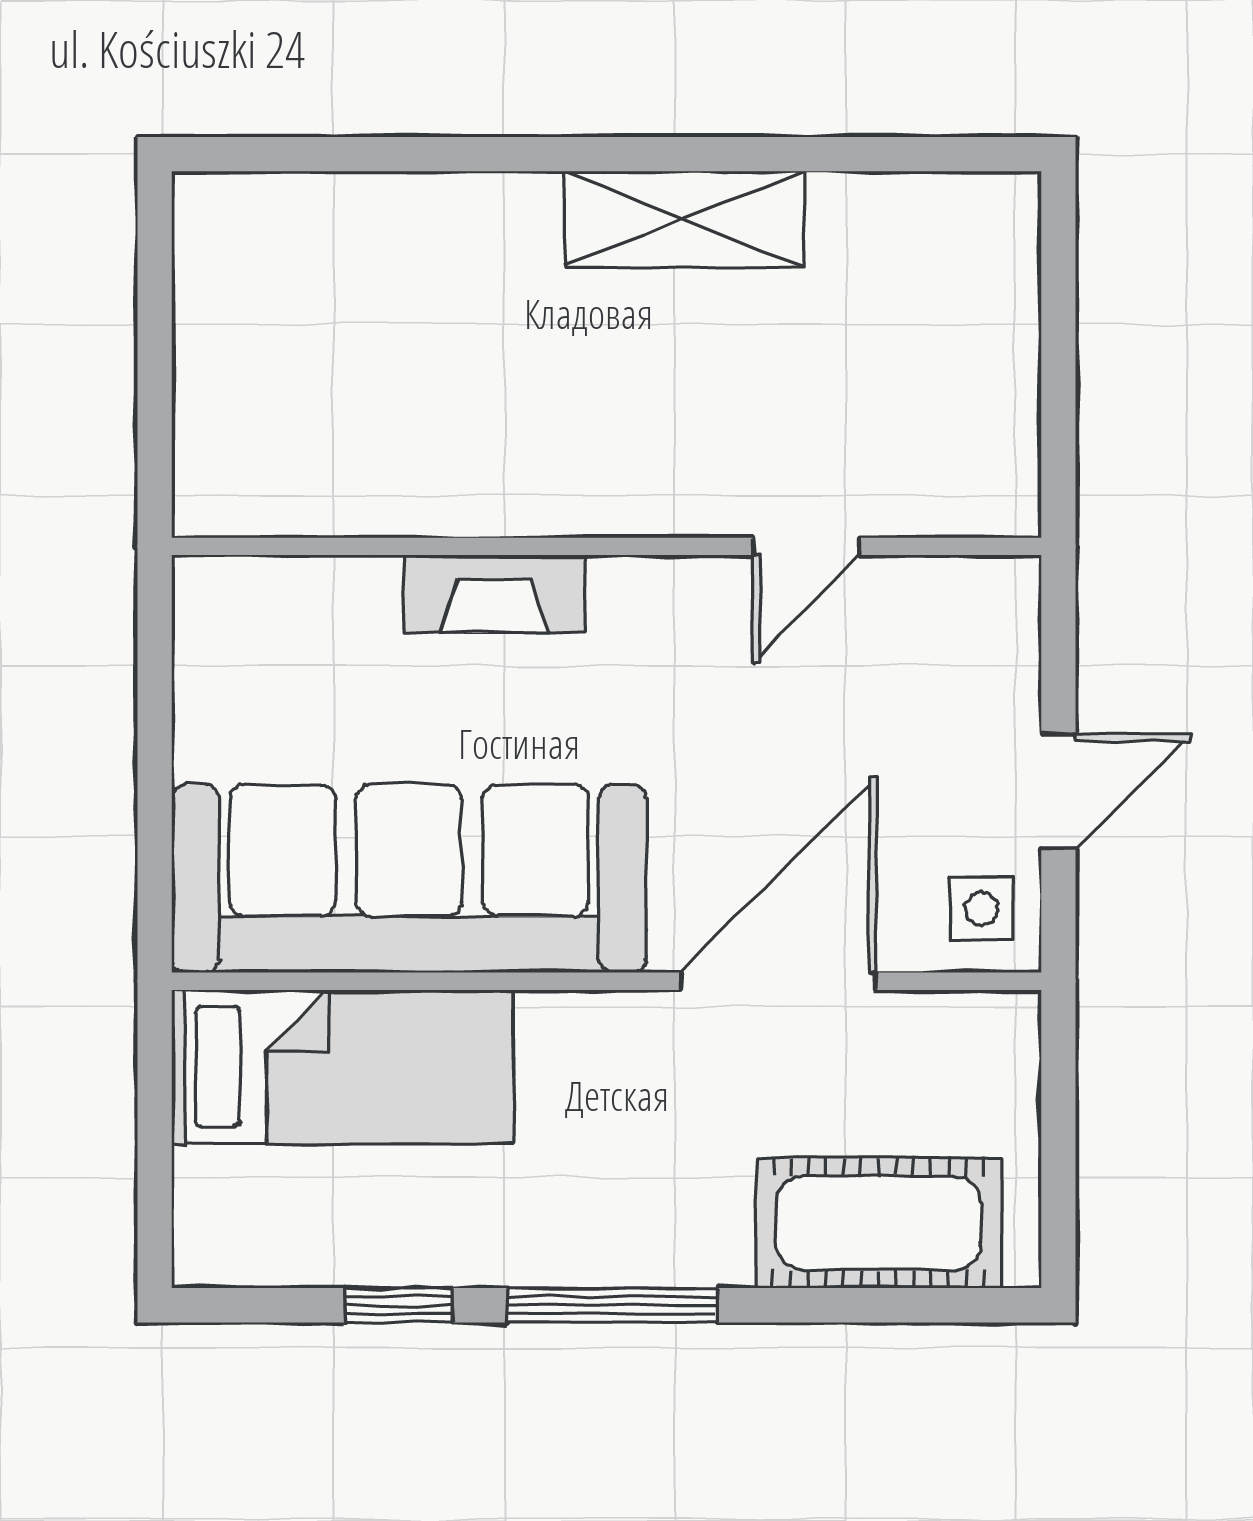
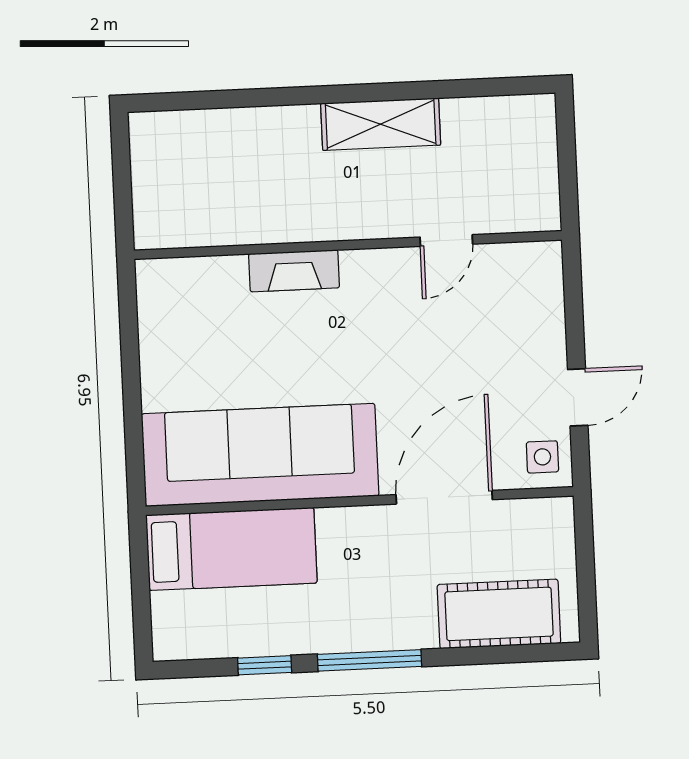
wall: (606, 546) -> (348, 245), moved
door: (806, 546) -> (446, 241), moved
fireplace: (495, 594) -> (294, 271), moved

